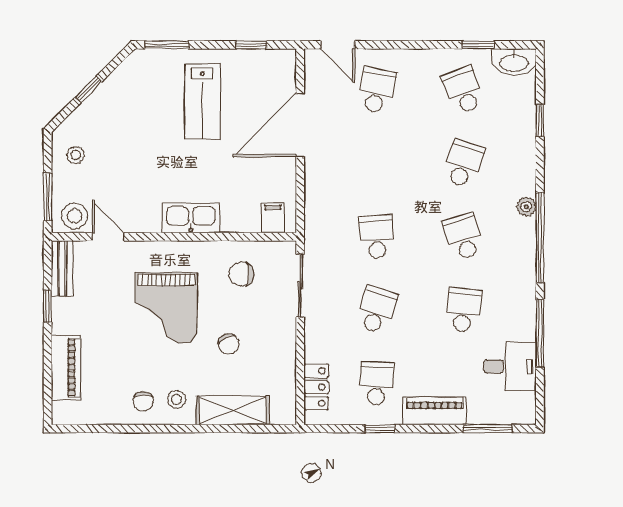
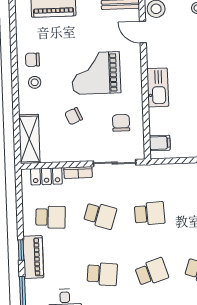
door: (108, 237) -> (143, 32), swing flipped
bookcase: (312, 340) -> (78, 173), added
shelving: (233, 410) -> (29, 139), moved
window: (380, 429) -> (21, 250), moved

